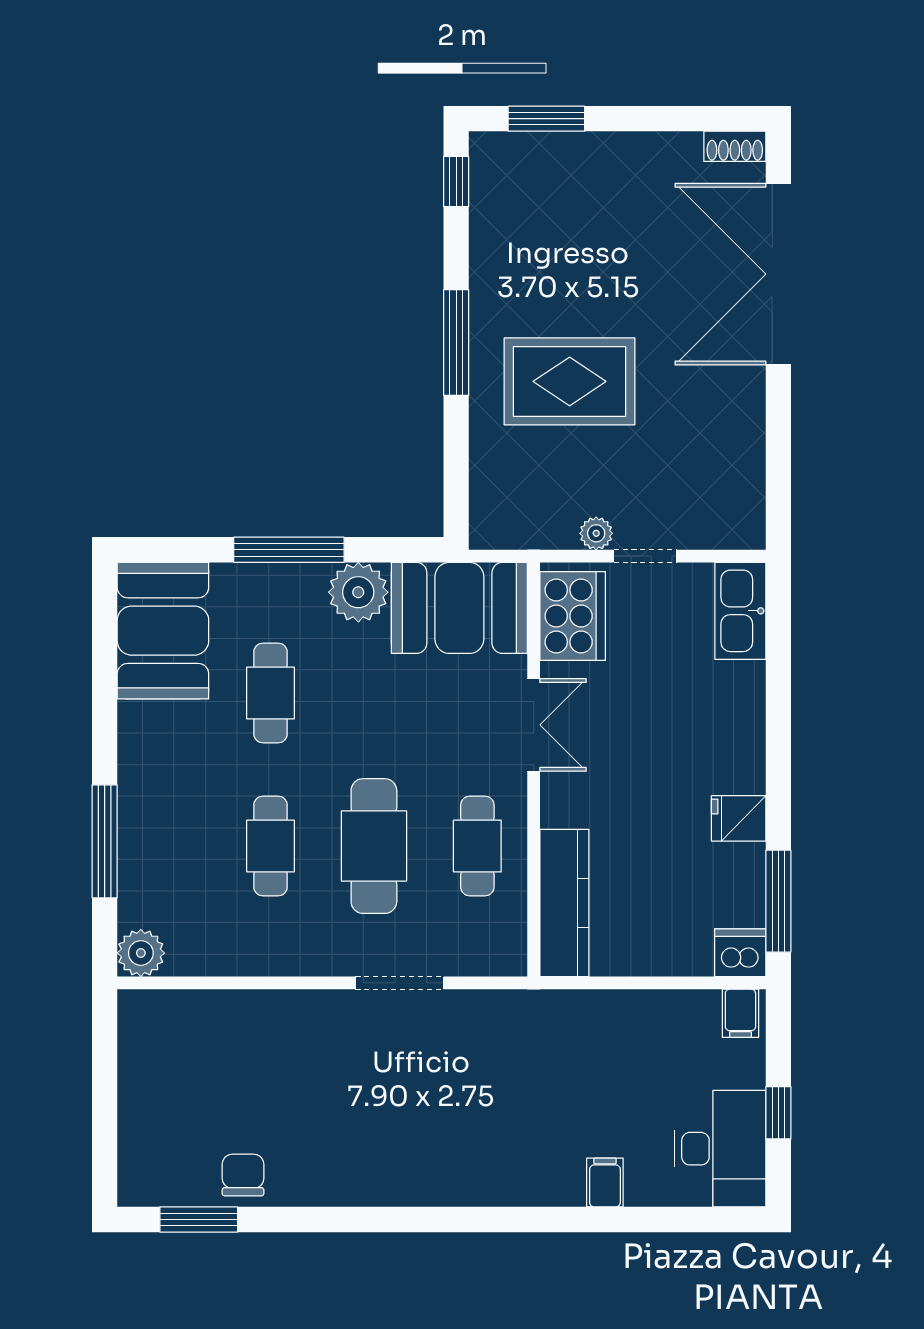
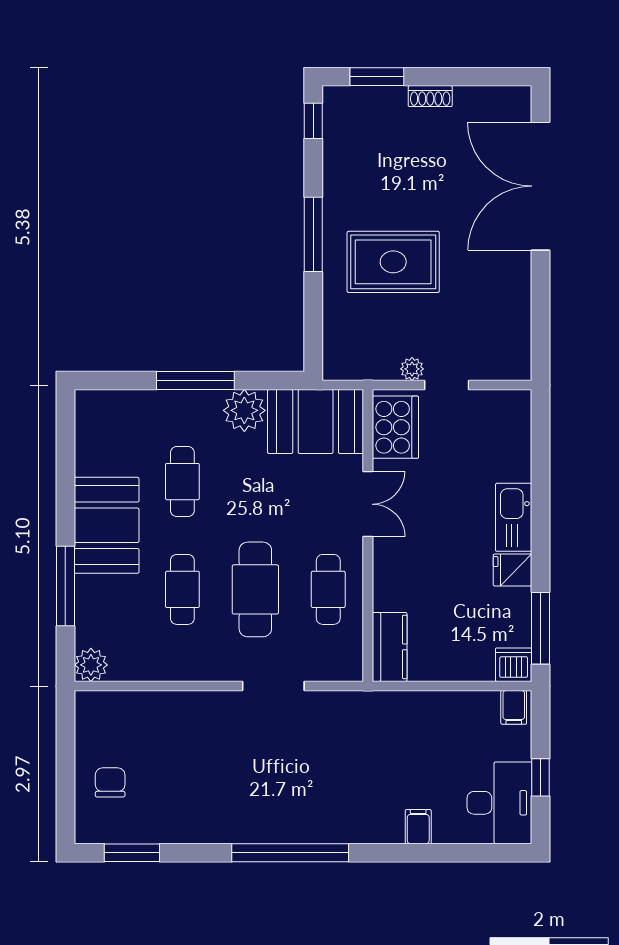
shoe rack: (735, 146) -> (430, 96), moved
kitchen sink: (740, 611) -> (514, 517), moved
booth: (163, 631) -> (107, 525), moved
kitchen counter: (564, 903) -> (390, 647), width x0.67
chair: (243, 1175) -> (110, 782), moved
window: (423, 1219) -> (290, 853), added

